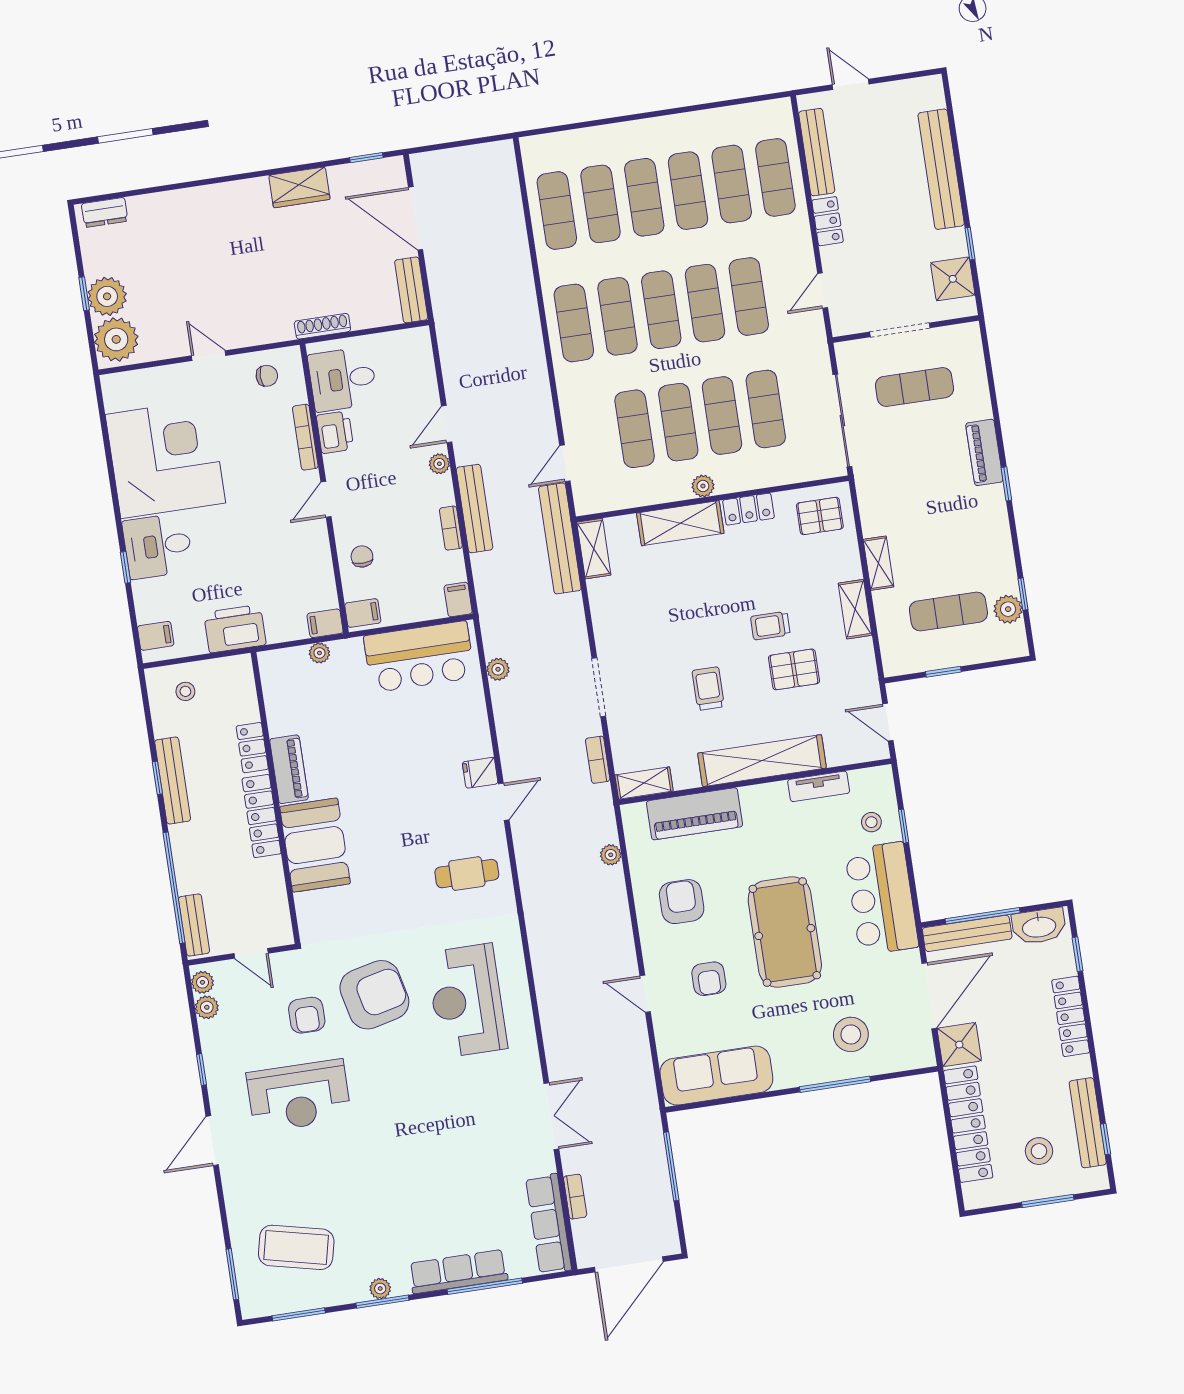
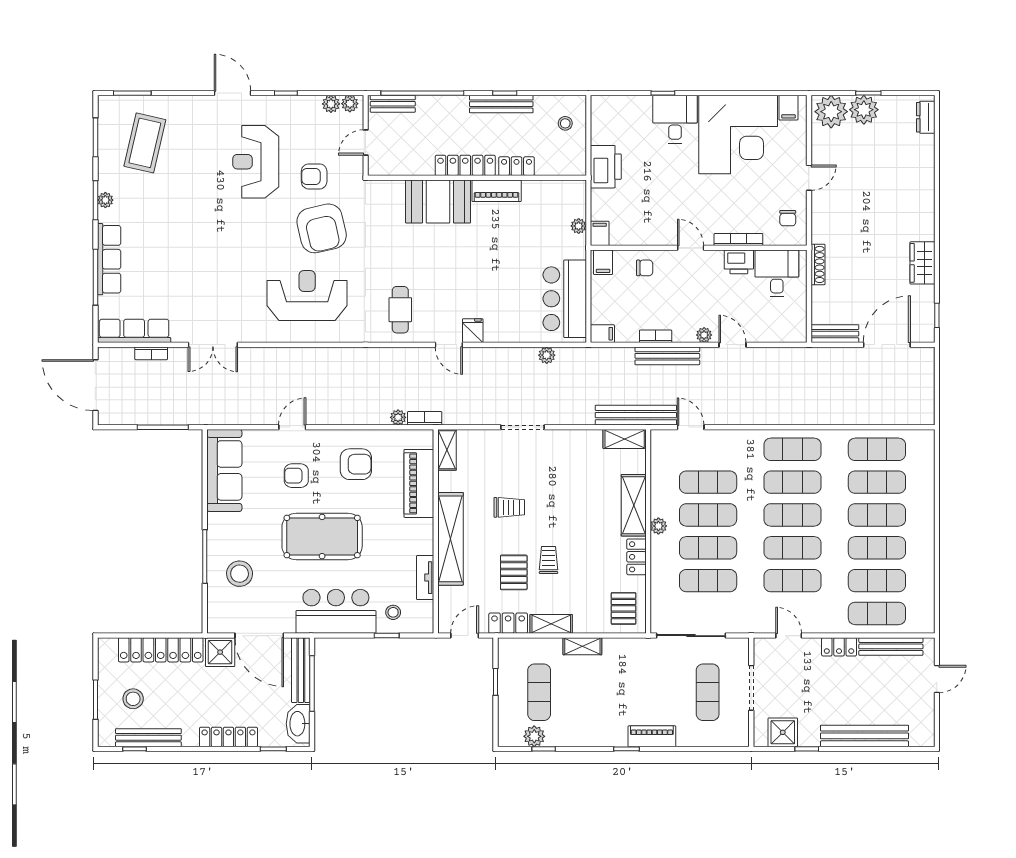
filing cabinet: (156, 636) -> (788, 108), moved
locker: (863, 667) -> (508, 623), added
bookcase: (598, 760) -> (425, 418), moved

